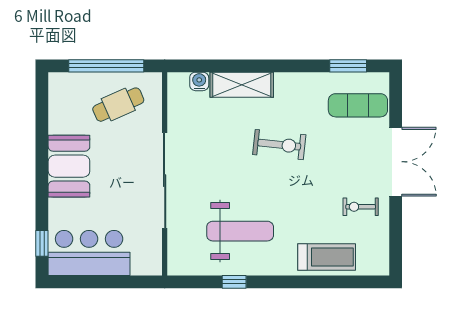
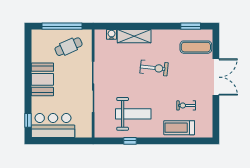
exercise bike: (361, 207) -> (186, 105), moved
treadmill: (327, 257) -> (179, 128), turned 180

